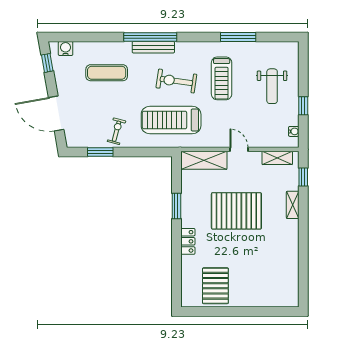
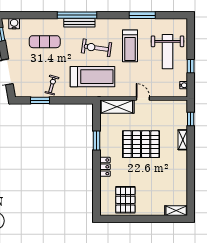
weight bench: (272, 86) -> (167, 52), width x1.36, depth x1.33
treadmill: (171, 120) -> (92, 77), turned 180
shelving: (277, 158) -> (176, 211), moved

